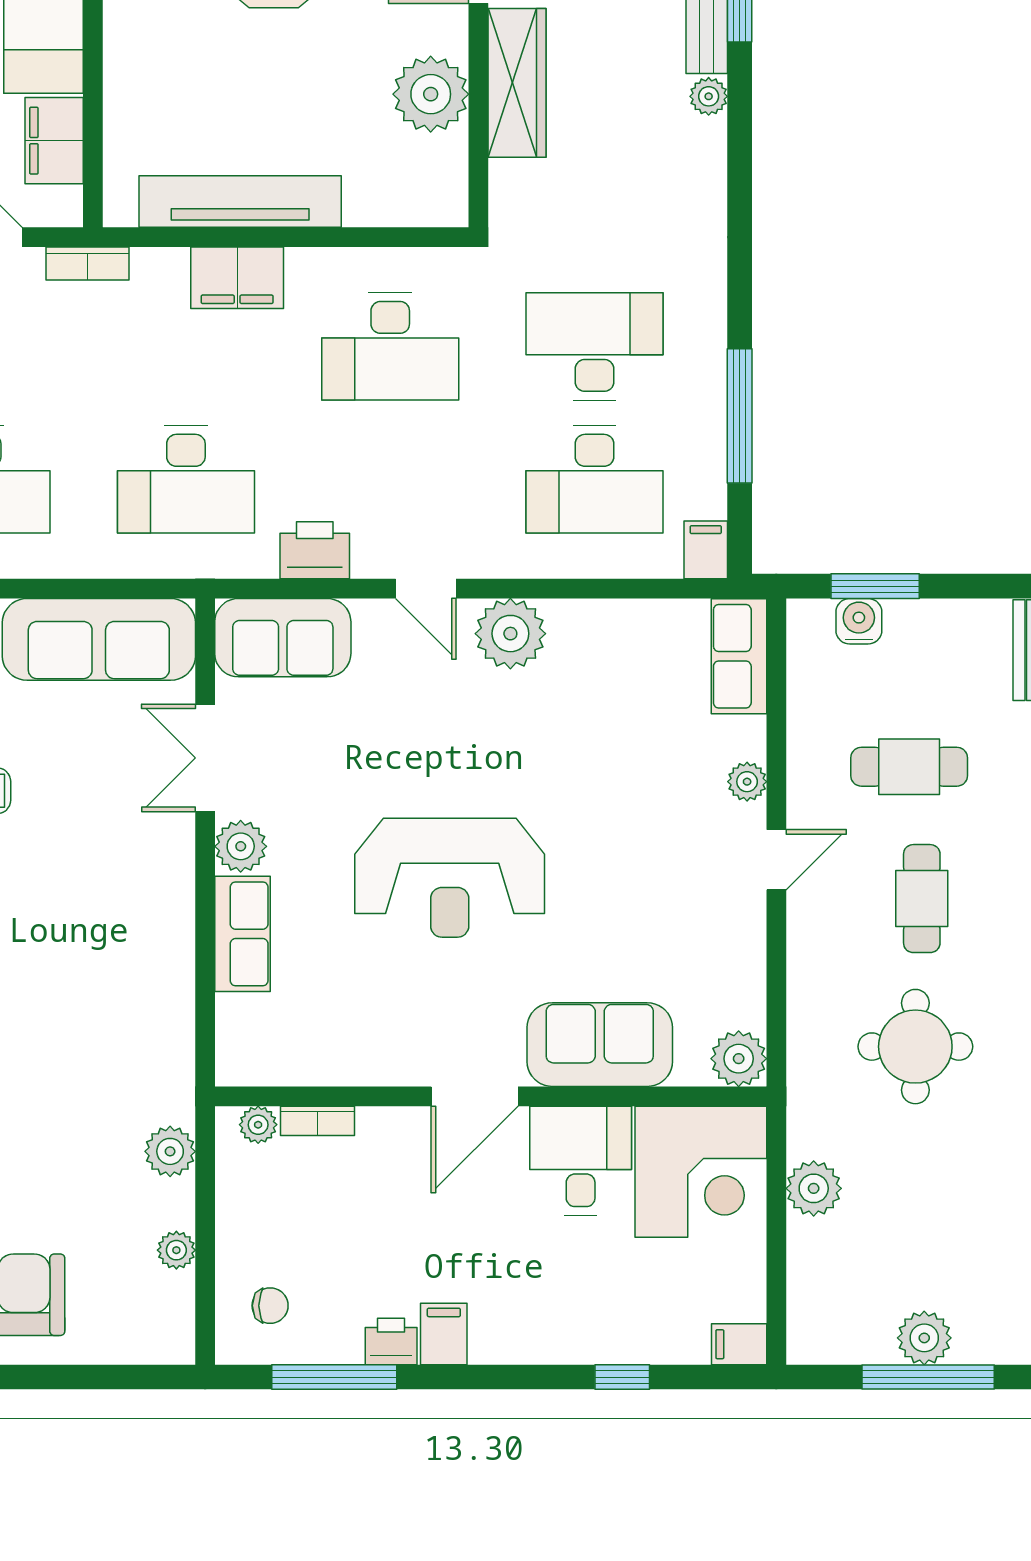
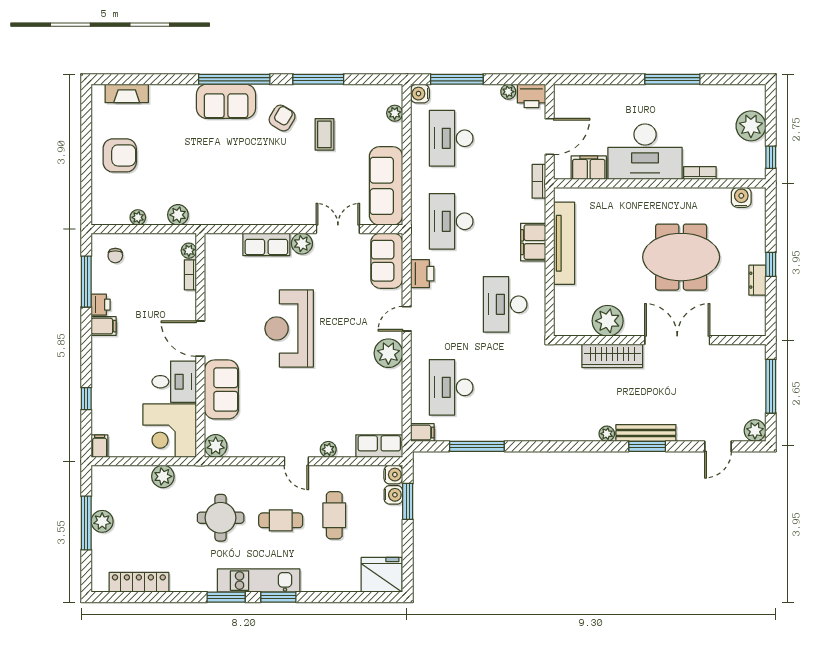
desk: (595, 346) -> (505, 387), removed
water cooler: (809, 621) -> (393, 475), added

